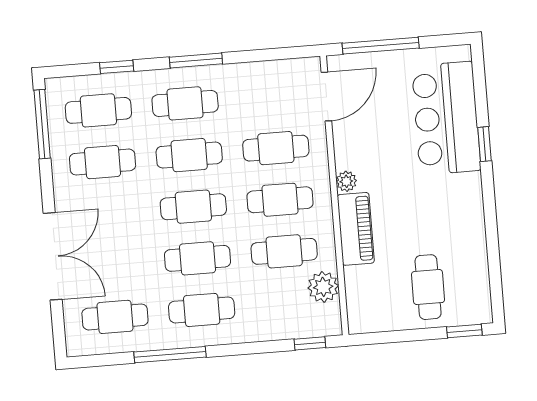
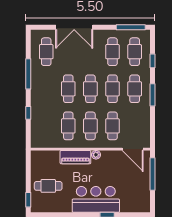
bar counter: (446, 118) -> (96, 199), moved
plant: (323, 287) -> (52, 141), removed
cafe table: (202, 310) -> (46, 89), removed
window: (310, 343) -> (28, 113), moved

